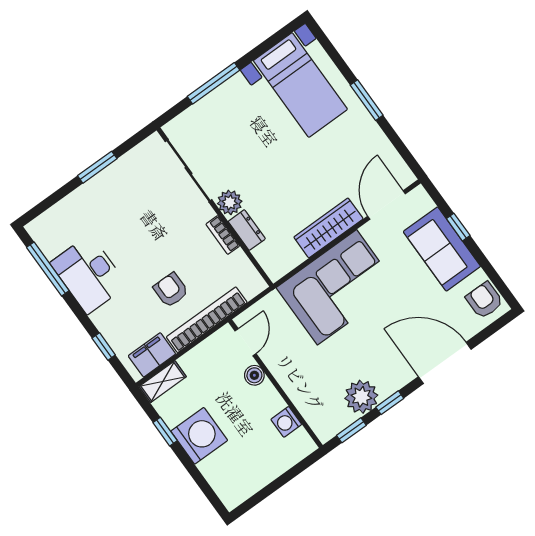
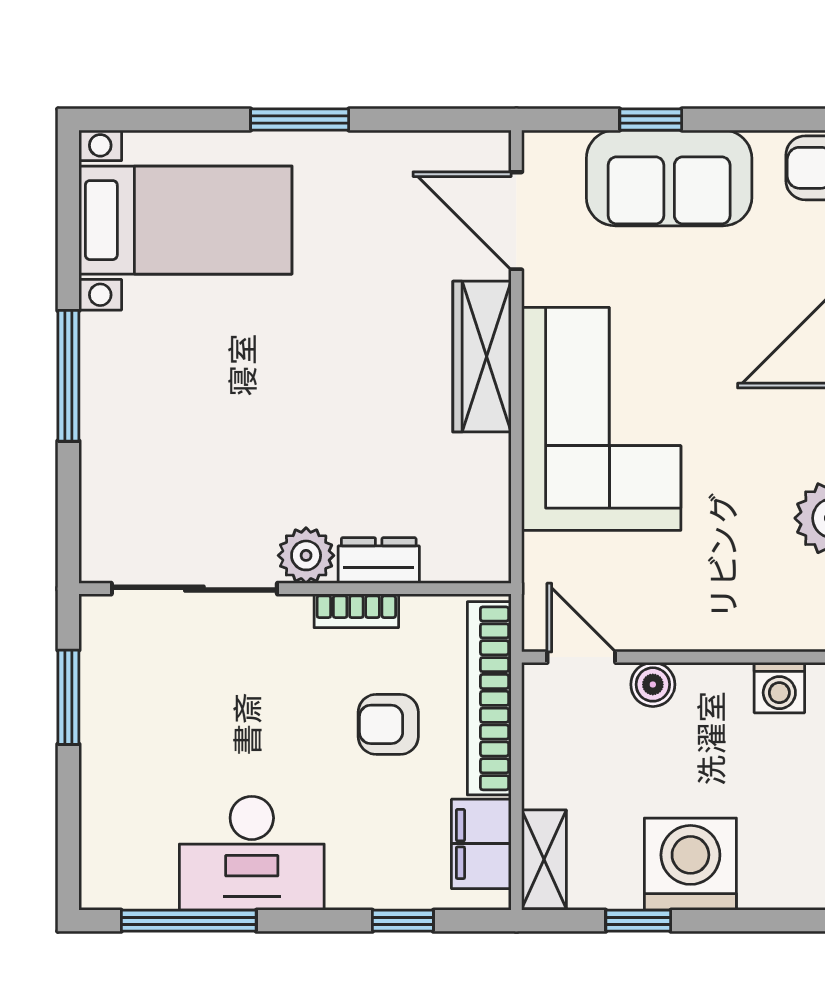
sliding door: (189, 171) -> (194, 589), moved
plant: (230, 202) -> (306, 555), moved
wall: (215, 207) -> (295, 589), moved
dresser: (247, 230) -> (379, 561), moved
bookcase: (223, 235) -> (356, 611), moved

